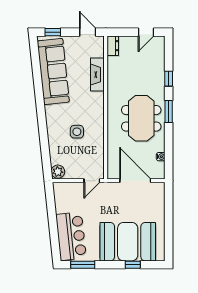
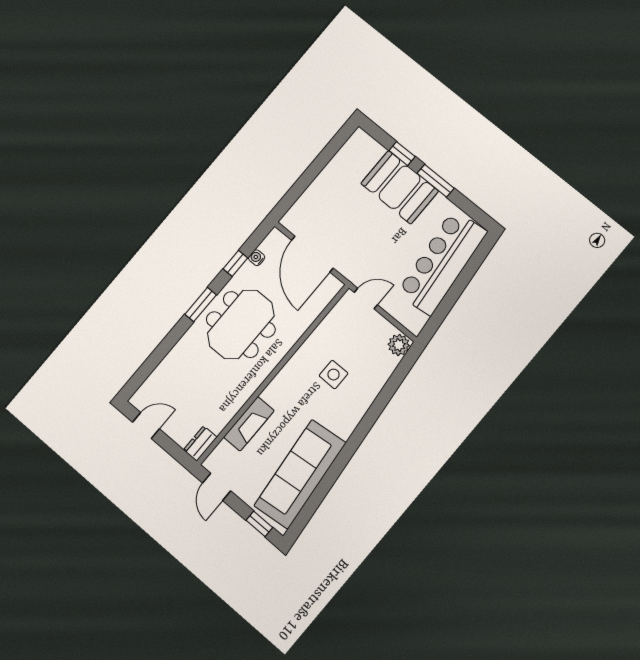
window: (169, 79) -> (235, 263), moved
bar counter: (71, 236) -> (442, 263), width x1.36
booth: (128, 242) -> (400, 187), width x0.73, depth x0.70
window: (83, 265) -> (436, 181), moved

